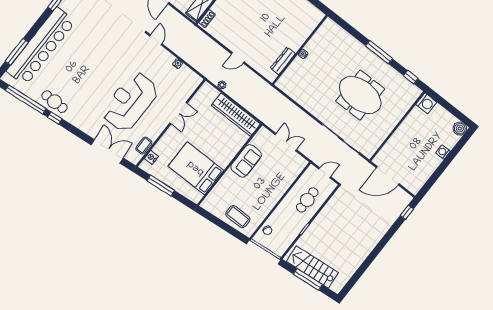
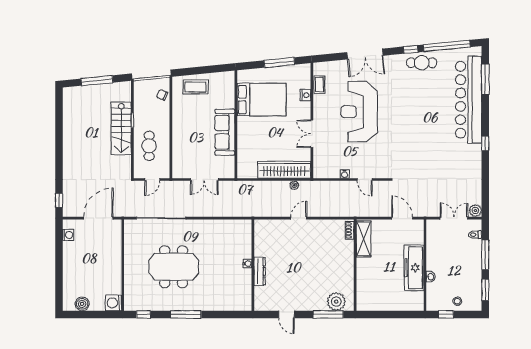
door: (156, 40) -> (365, 180), moved
dresser: (283, 61) -> (260, 271), moved
reception desk: (130, 102) -> (359, 112), turned 180
wardrobe: (236, 115) -> (284, 170), moved
boiler: (460, 129) -> (82, 304), moved
double door: (107, 151) -> (365, 54), moved
washing machine: (443, 152) -> (68, 235), moved
nightstand: (151, 157) -> (305, 95), moved
sofa: (246, 161) -> (225, 132), width x1.36
stairs: (312, 267) -> (121, 128), moved, turned 96

